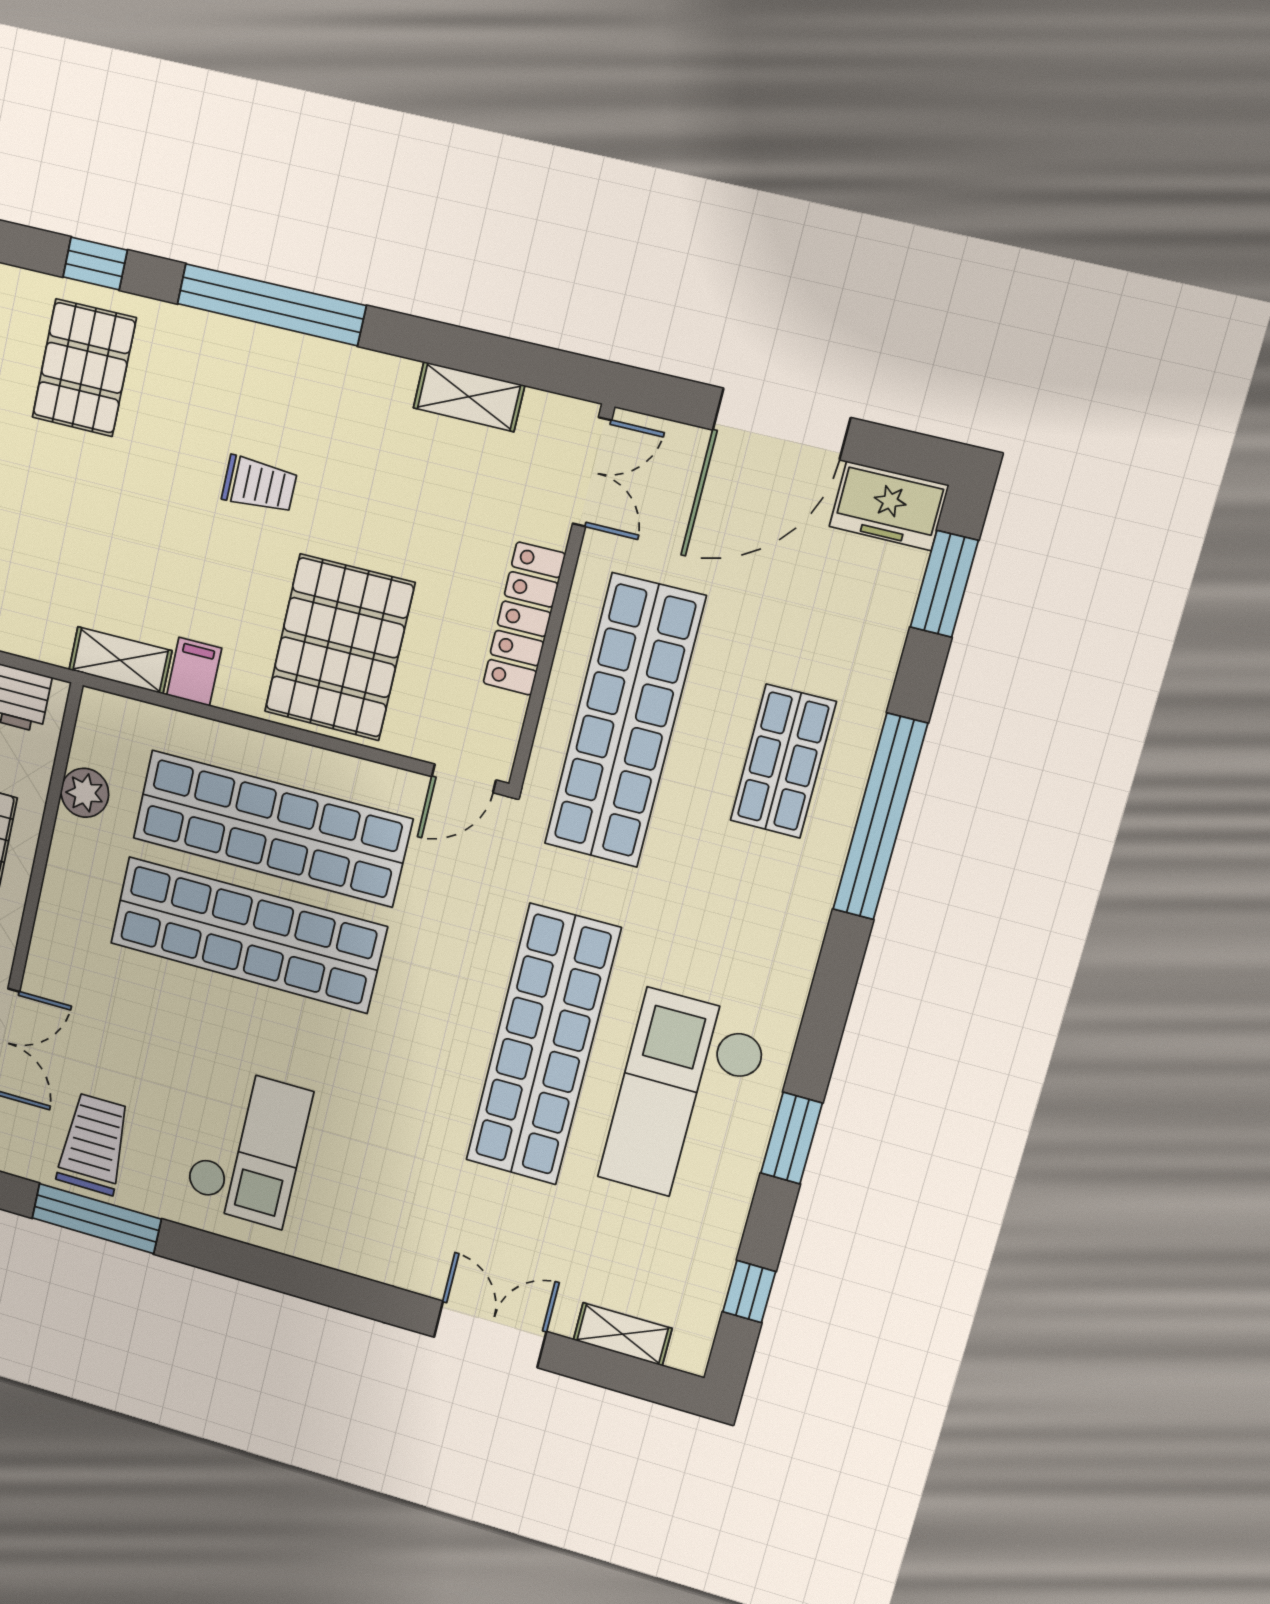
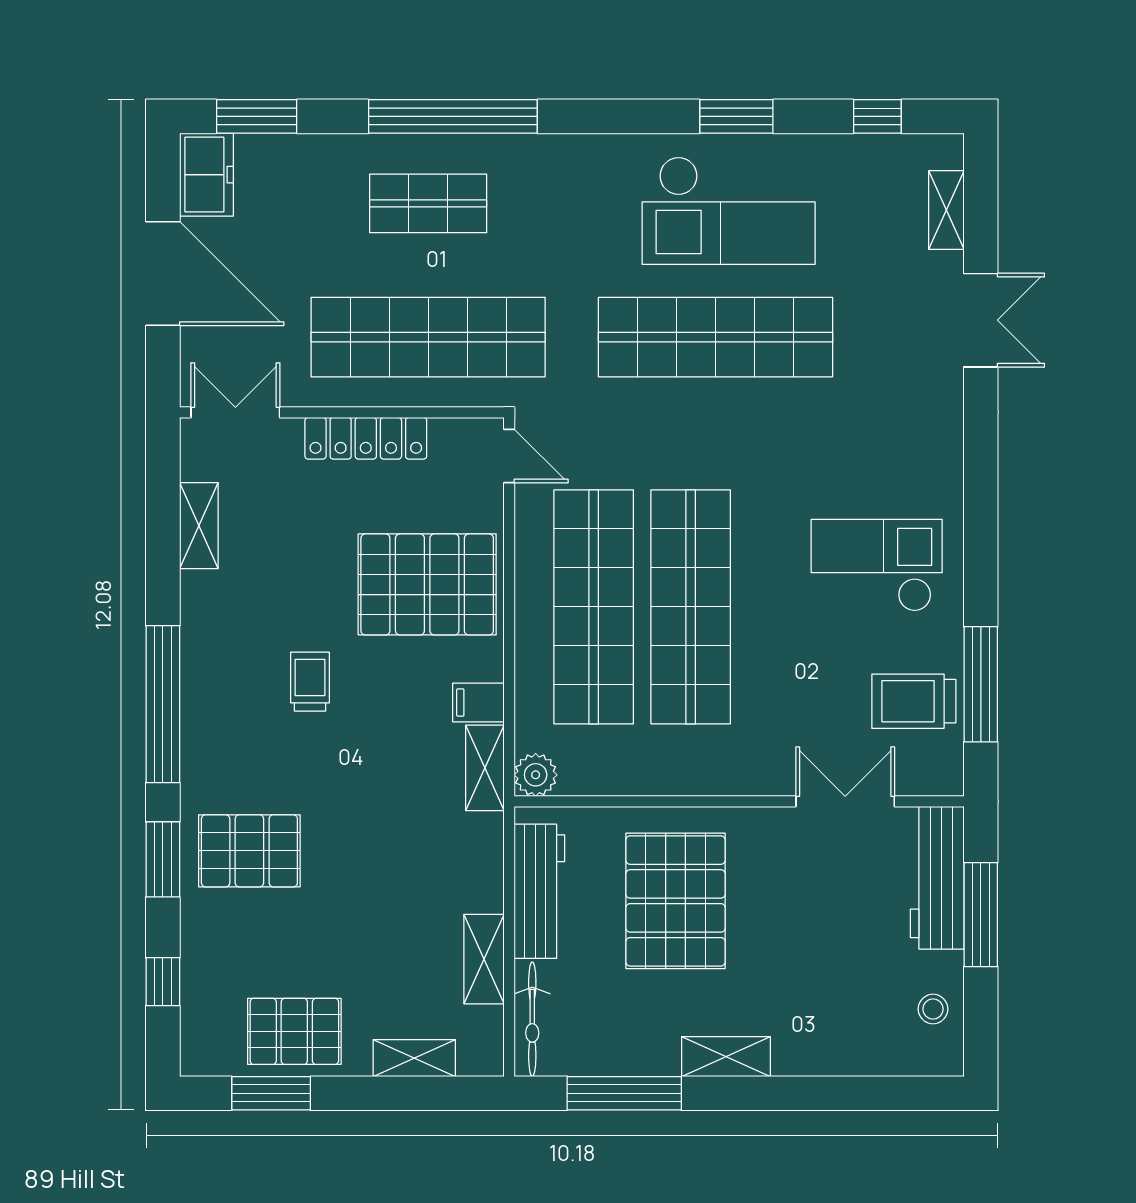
window: (95, 264) -> (163, 859), width x1.50
plant: (85, 793) -> (536, 775), moved
double door: (490, 1334) -> (981, 320), swing flipped

